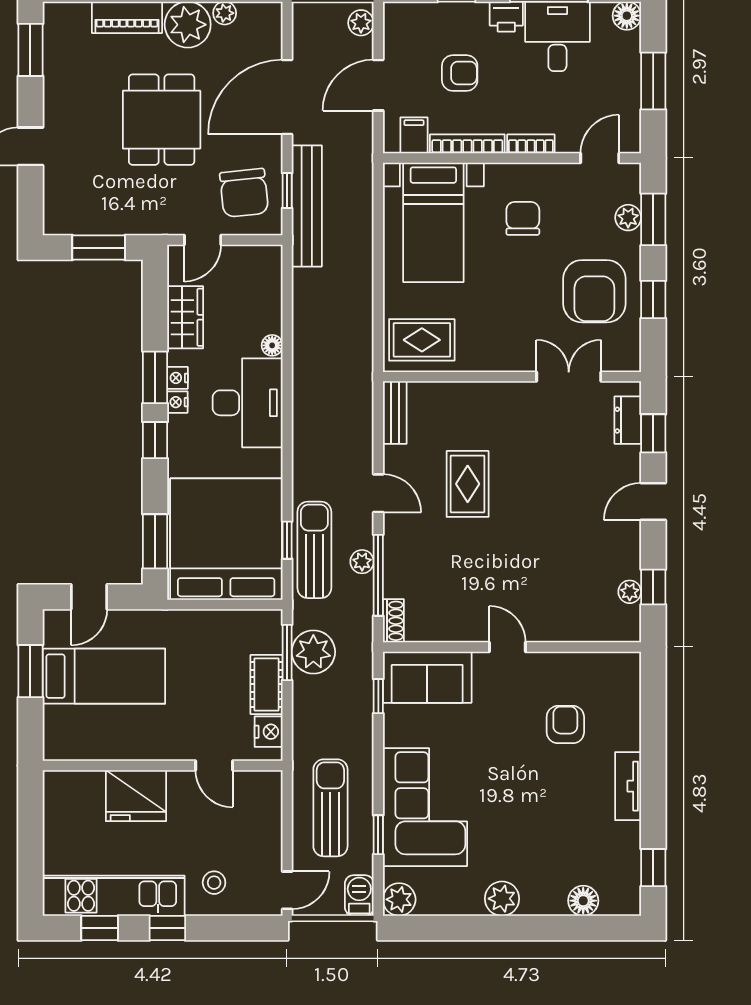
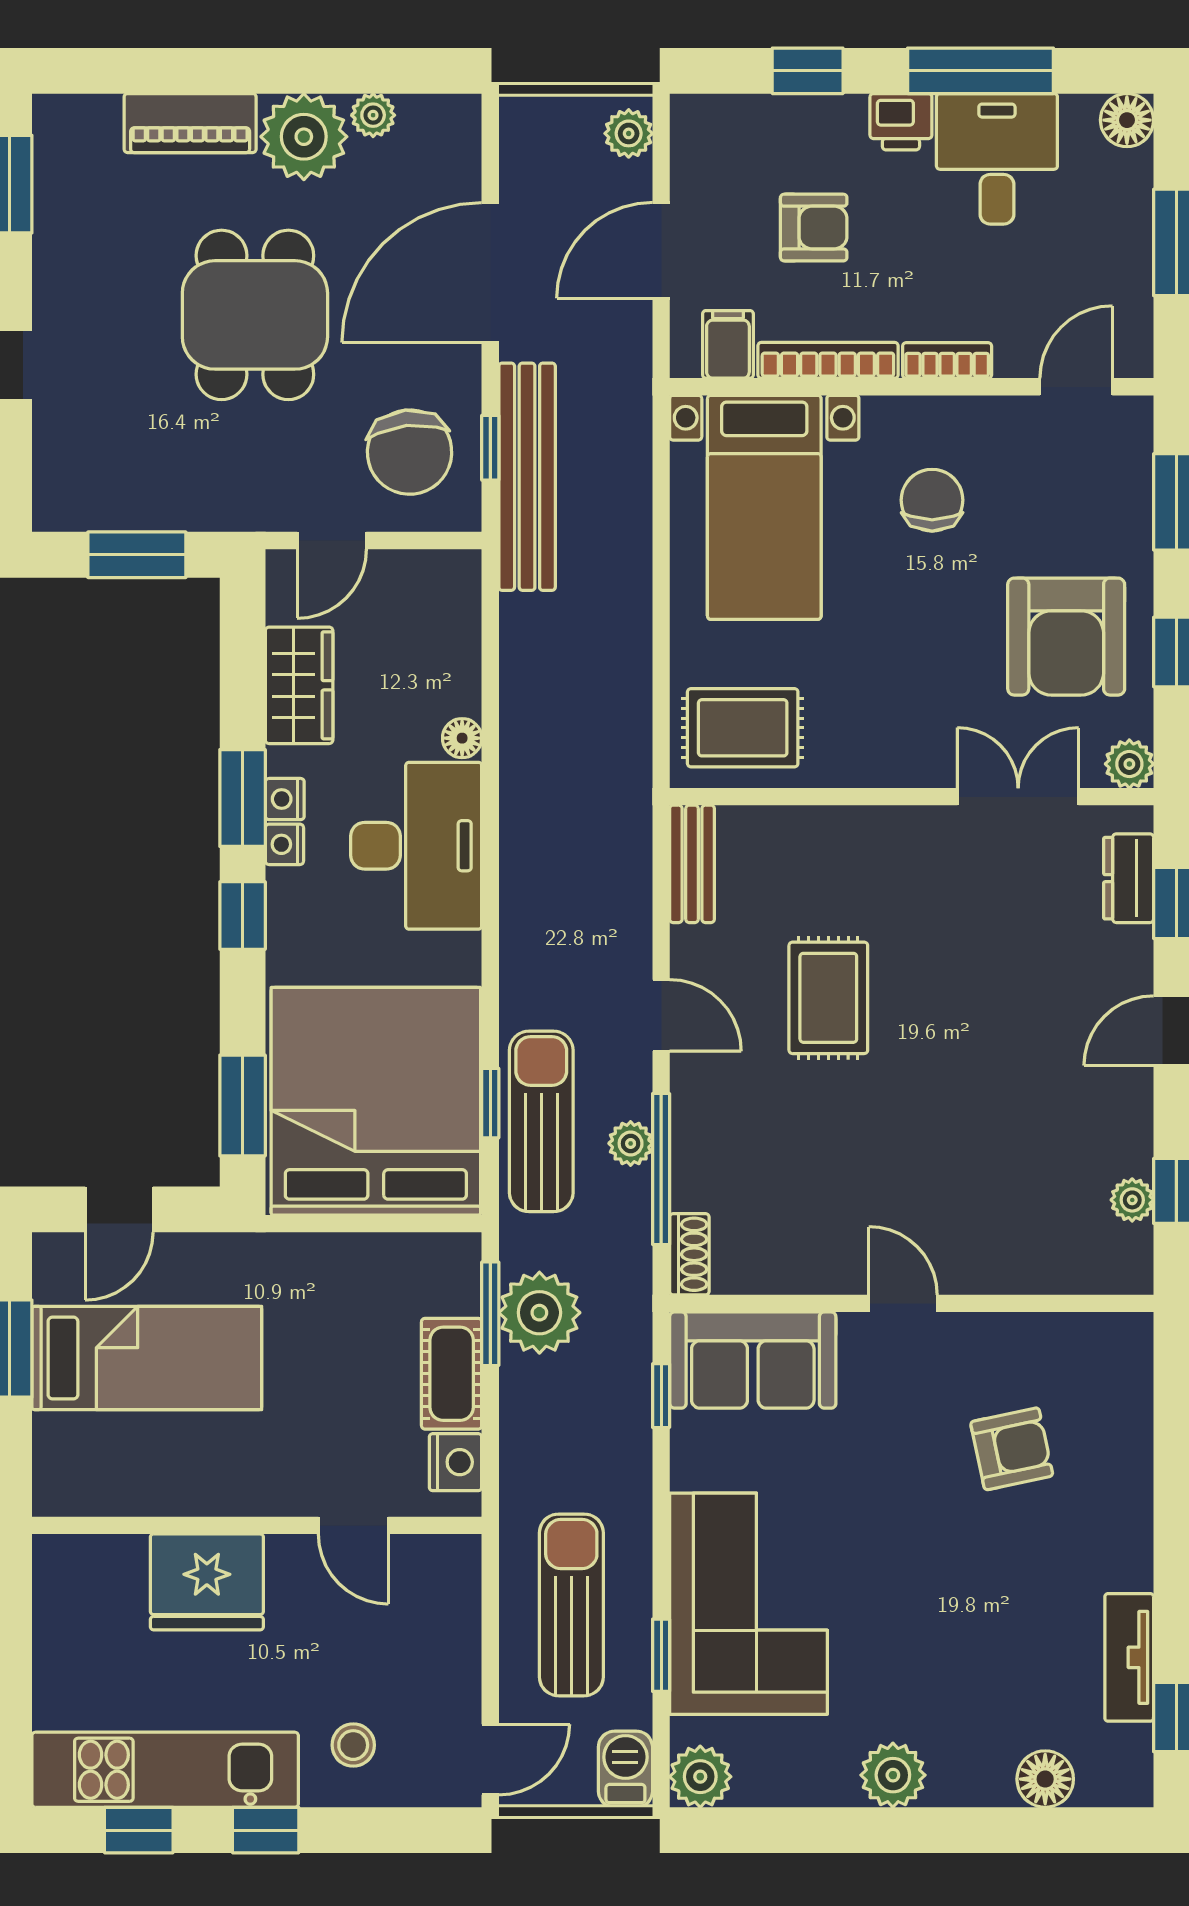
plant: (628, 218) -> (1129, 764), moved
armchair: (565, 725) -> (1012, 1449), turned 78
tv unit: (628, 786) -> (1129, 1657), moved

